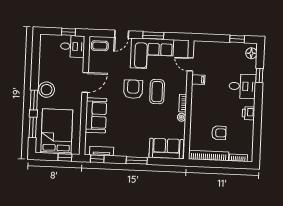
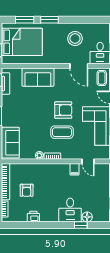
floor lamp: (251, 53) -> (87, 217), moved
door: (190, 64) -> (88, 161), swing flipped
door: (85, 82) -> (79, 66), moved
stool: (47, 90) -> (75, 39), moved
printer: (248, 113) -> (33, 217), moved

